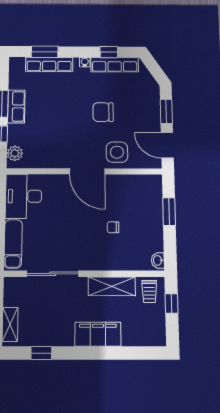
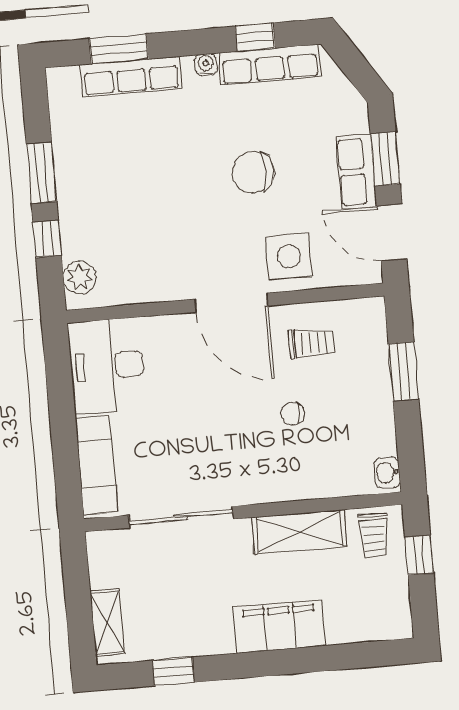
row of seats: (16, 106) -> (356, 172), moved, turned 180
trolley: (125, 194) -> (311, 343), added

